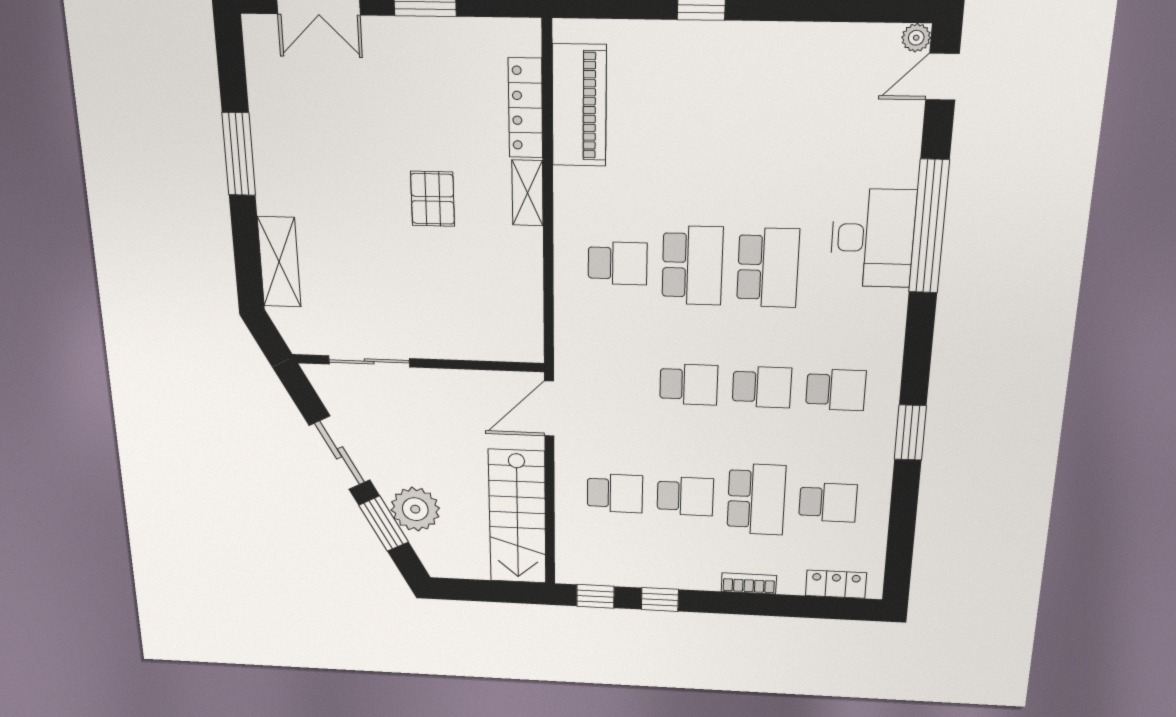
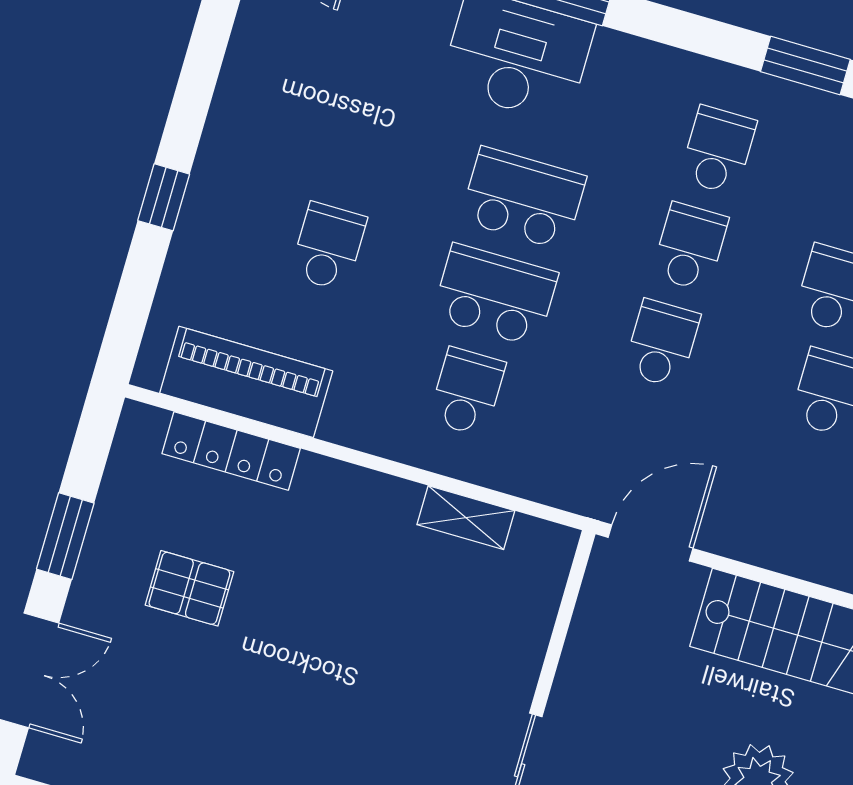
shelving: (528, 193) -> (466, 518), moved
pallet: (433, 199) -> (189, 588), moved
door: (549, 409) -> (651, 543), swing flipped
school desk: (615, 493) -> (328, 247), moved

